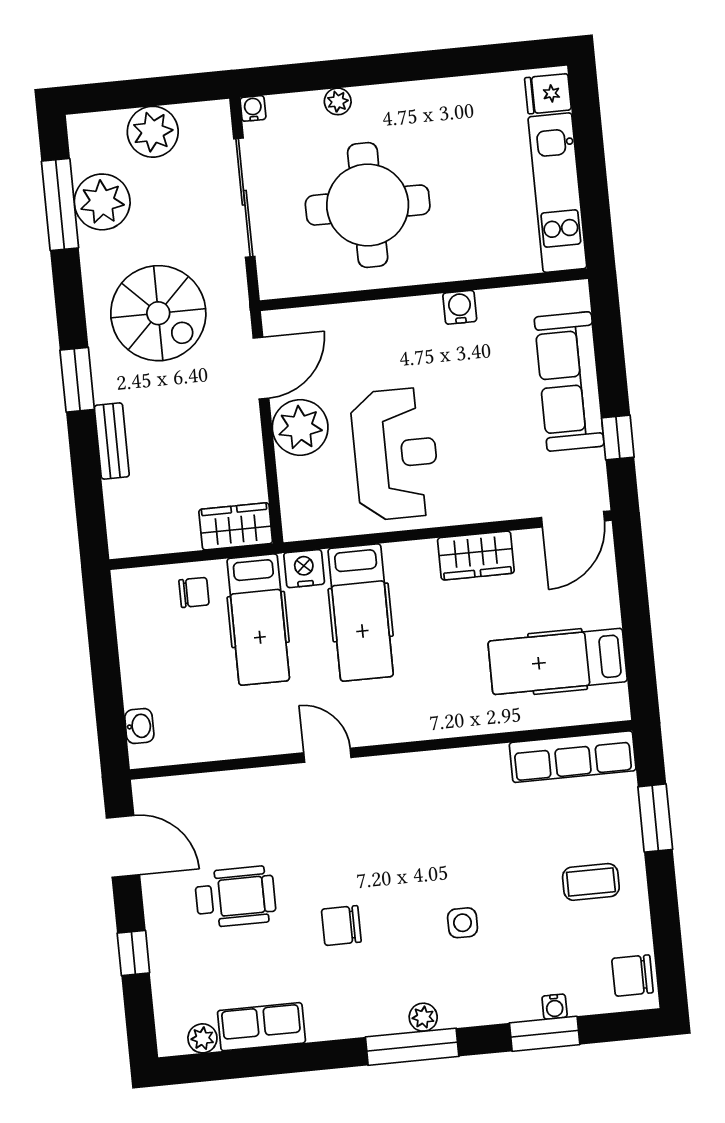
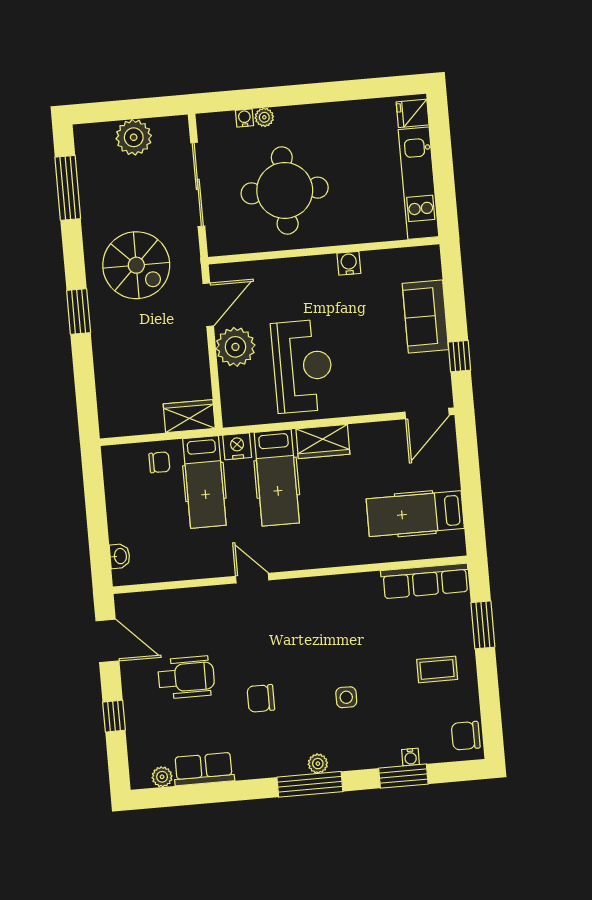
water cooler: (253, 108) -> (244, 118), moved
plant: (102, 202) -> (98, 186), removed
sofa: (569, 382) -> (425, 316), width x0.73
bench: (112, 441) -> (103, 355), removed
wardrobe: (476, 556) -> (323, 442), moved

